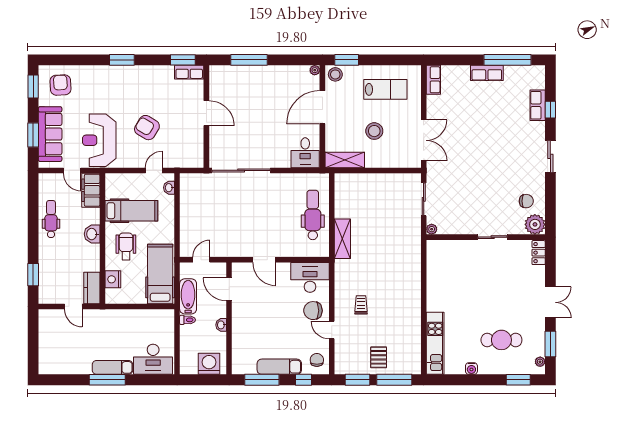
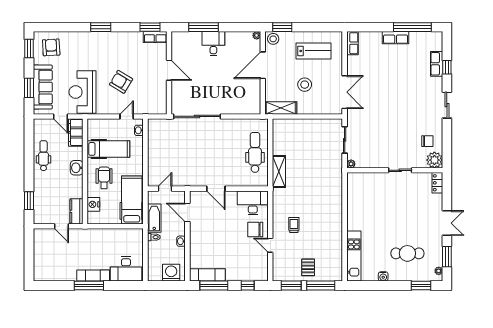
desk: (305, 153) -> (213, 44), moved, turned 180
chair: (317, 360) -> (258, 270), removed
exam couch: (279, 367) -> (207, 275), moved

